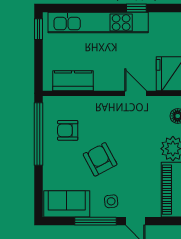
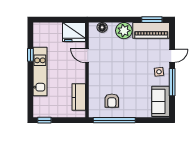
kitchen unit: (98, 23) -> (40, 72), width x0.73
door: (136, 93) -> (87, 55), hinge flipped
armchair: (100, 159) -> (131, 79), removed

